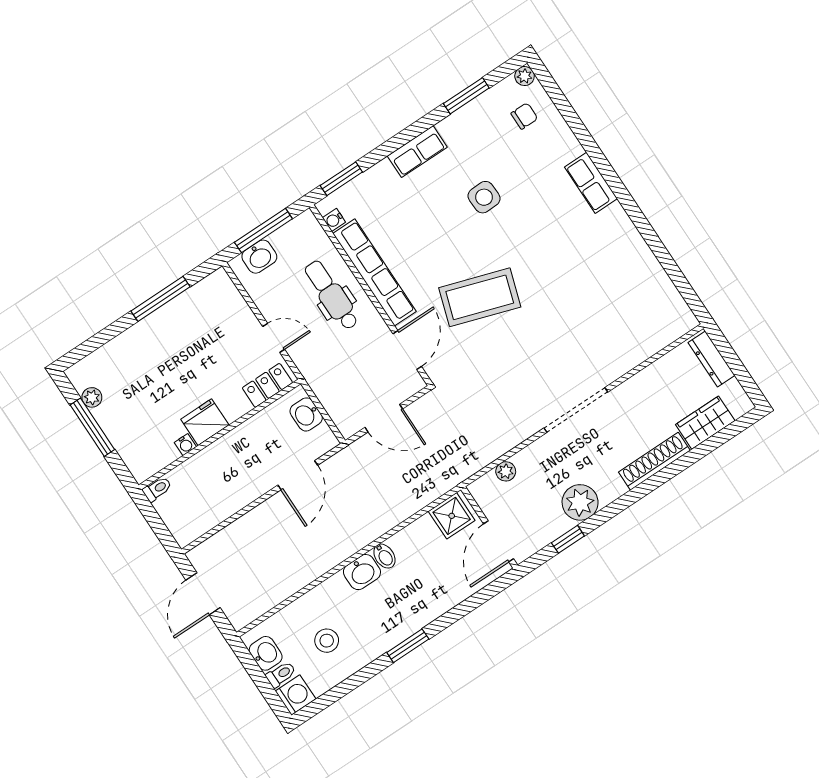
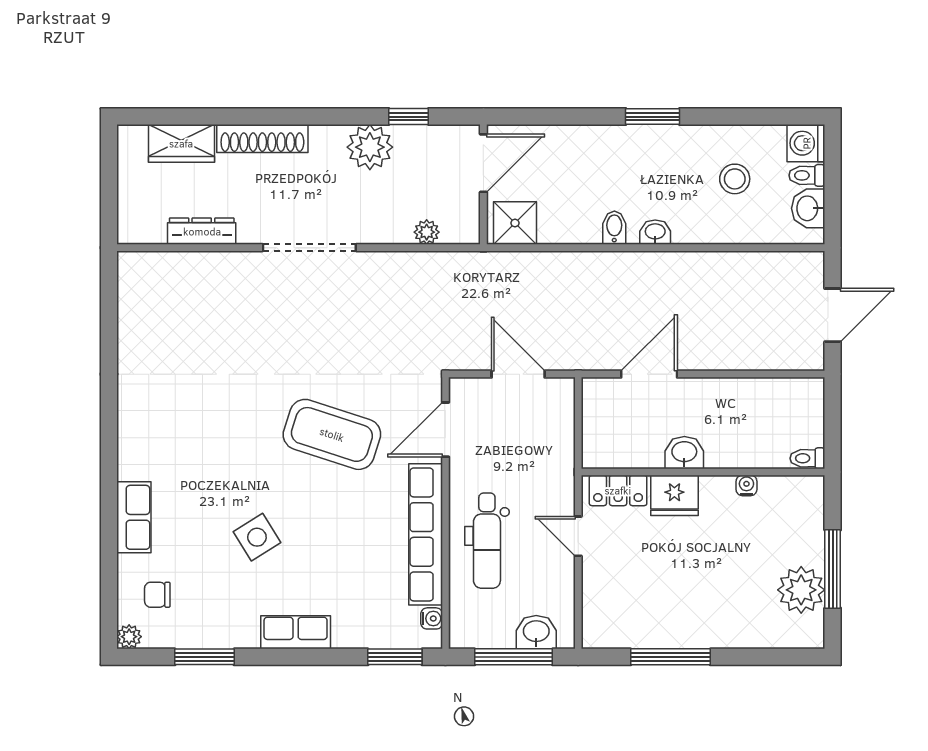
row of seats: (591, 183) -> (134, 517), moved
side table: (484, 197) -> (257, 537), turned -30
dresser: (711, 359) -> (202, 231), moved, turned -90
plant: (92, 397) -> (801, 590), width x1.87, depth x1.87
washbasin: (306, 414) -> (684, 453), moved, turned -90
fridge: (205, 422) -> (674, 495), moved
washbasin: (362, 572) -> (655, 232), width x0.72, depth x0.69

